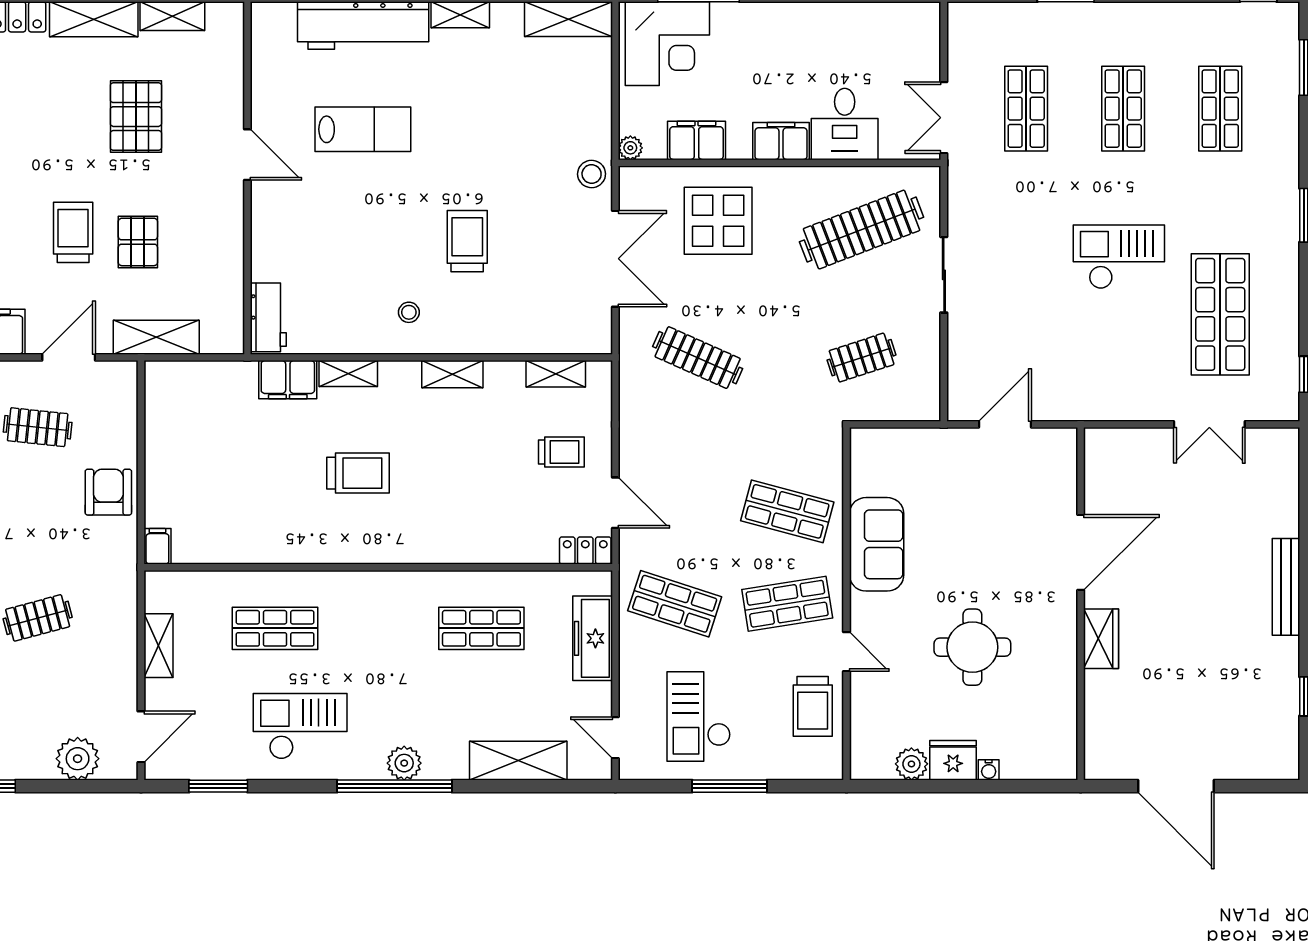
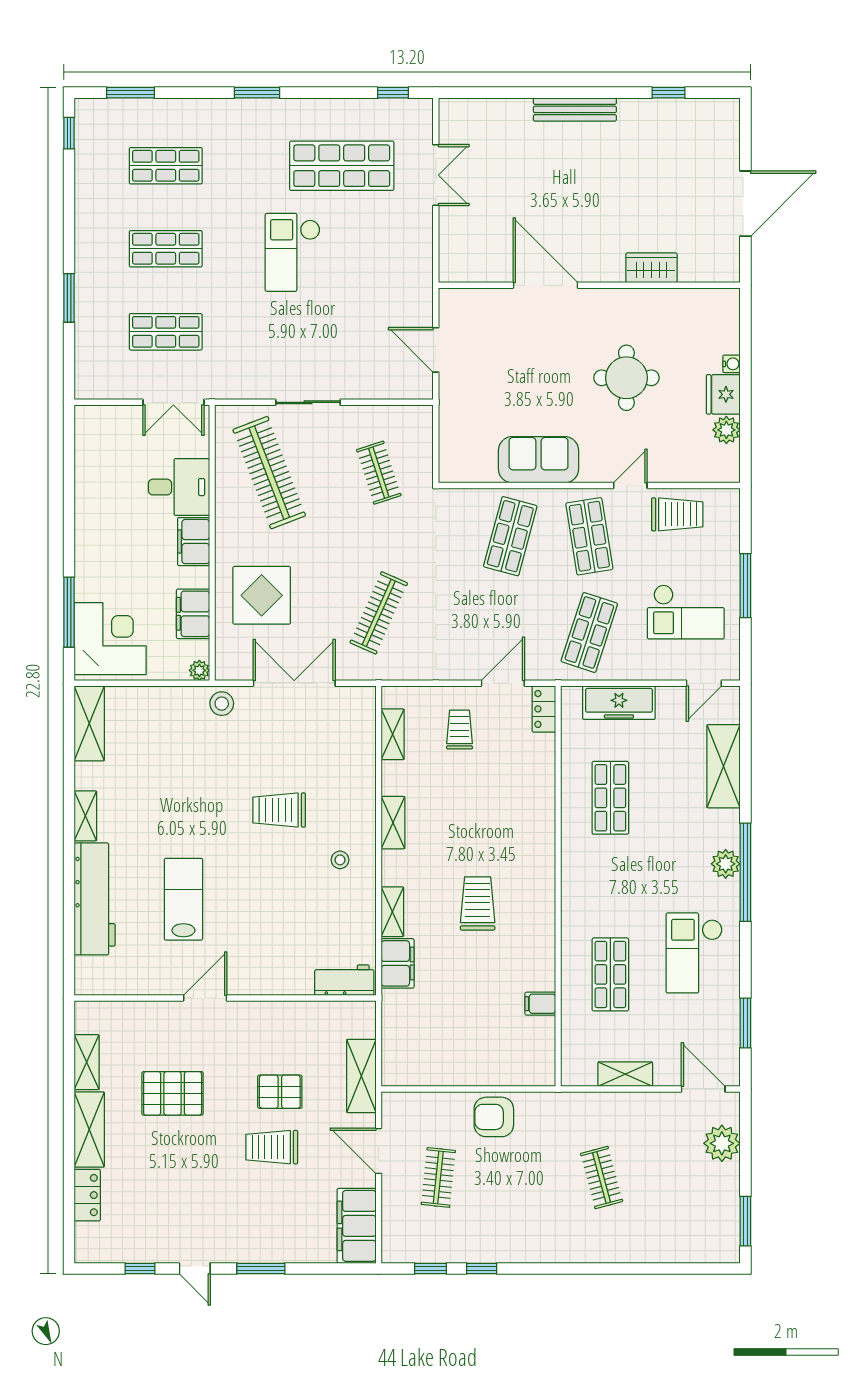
filing cabinet: (157, 546) -> (540, 1004), moved
wardrobe: (1101, 639) -> (651, 268), moved

